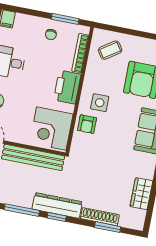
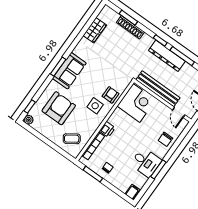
printer: (67, 87) -> (107, 129), width x0.53, depth x0.68
dresser: (57, 205) -> (167, 56), moved

